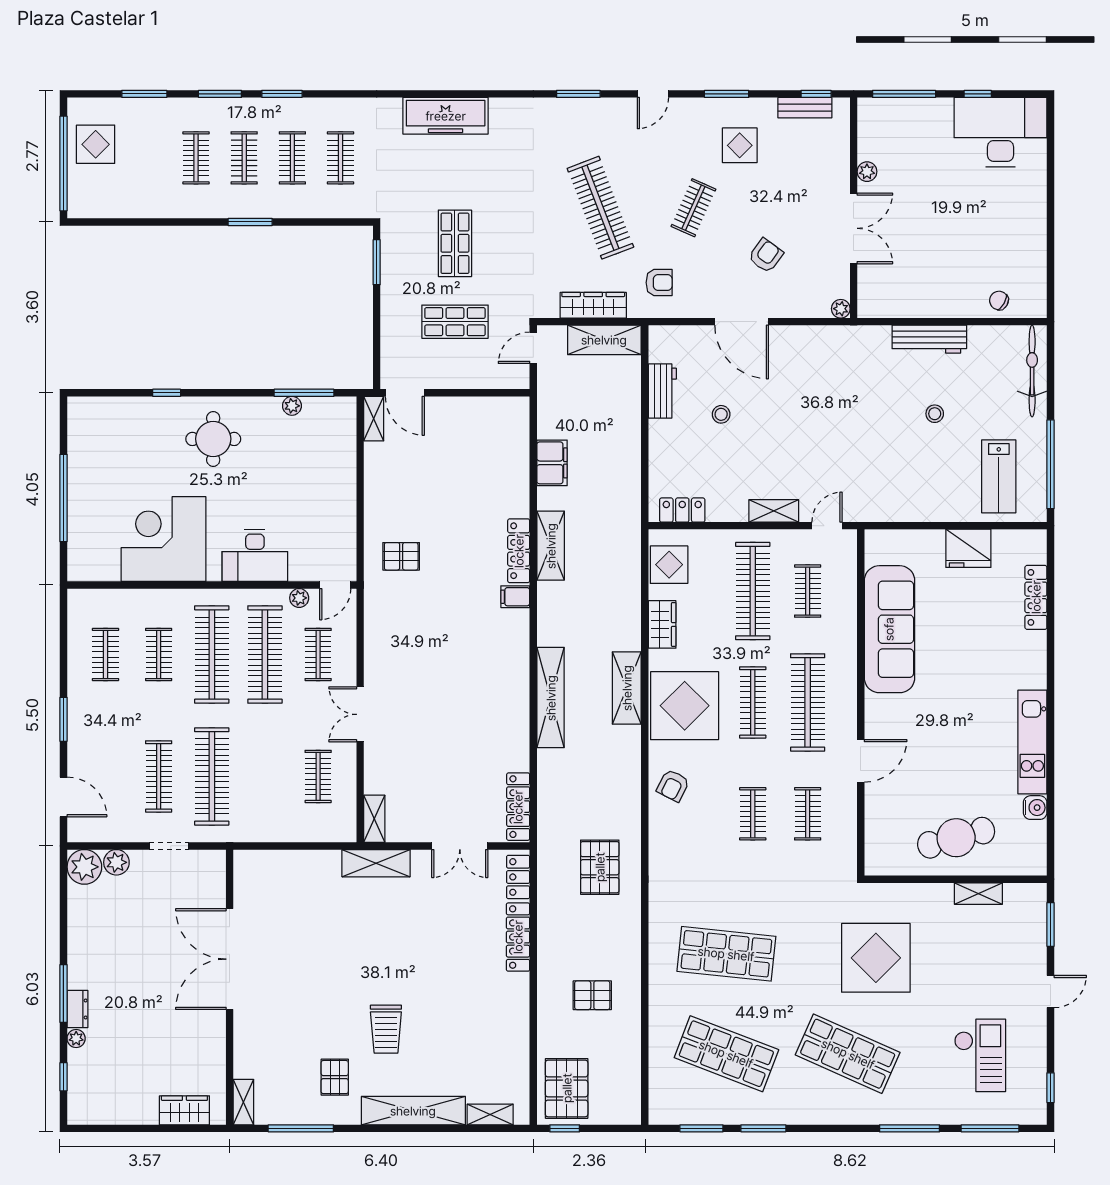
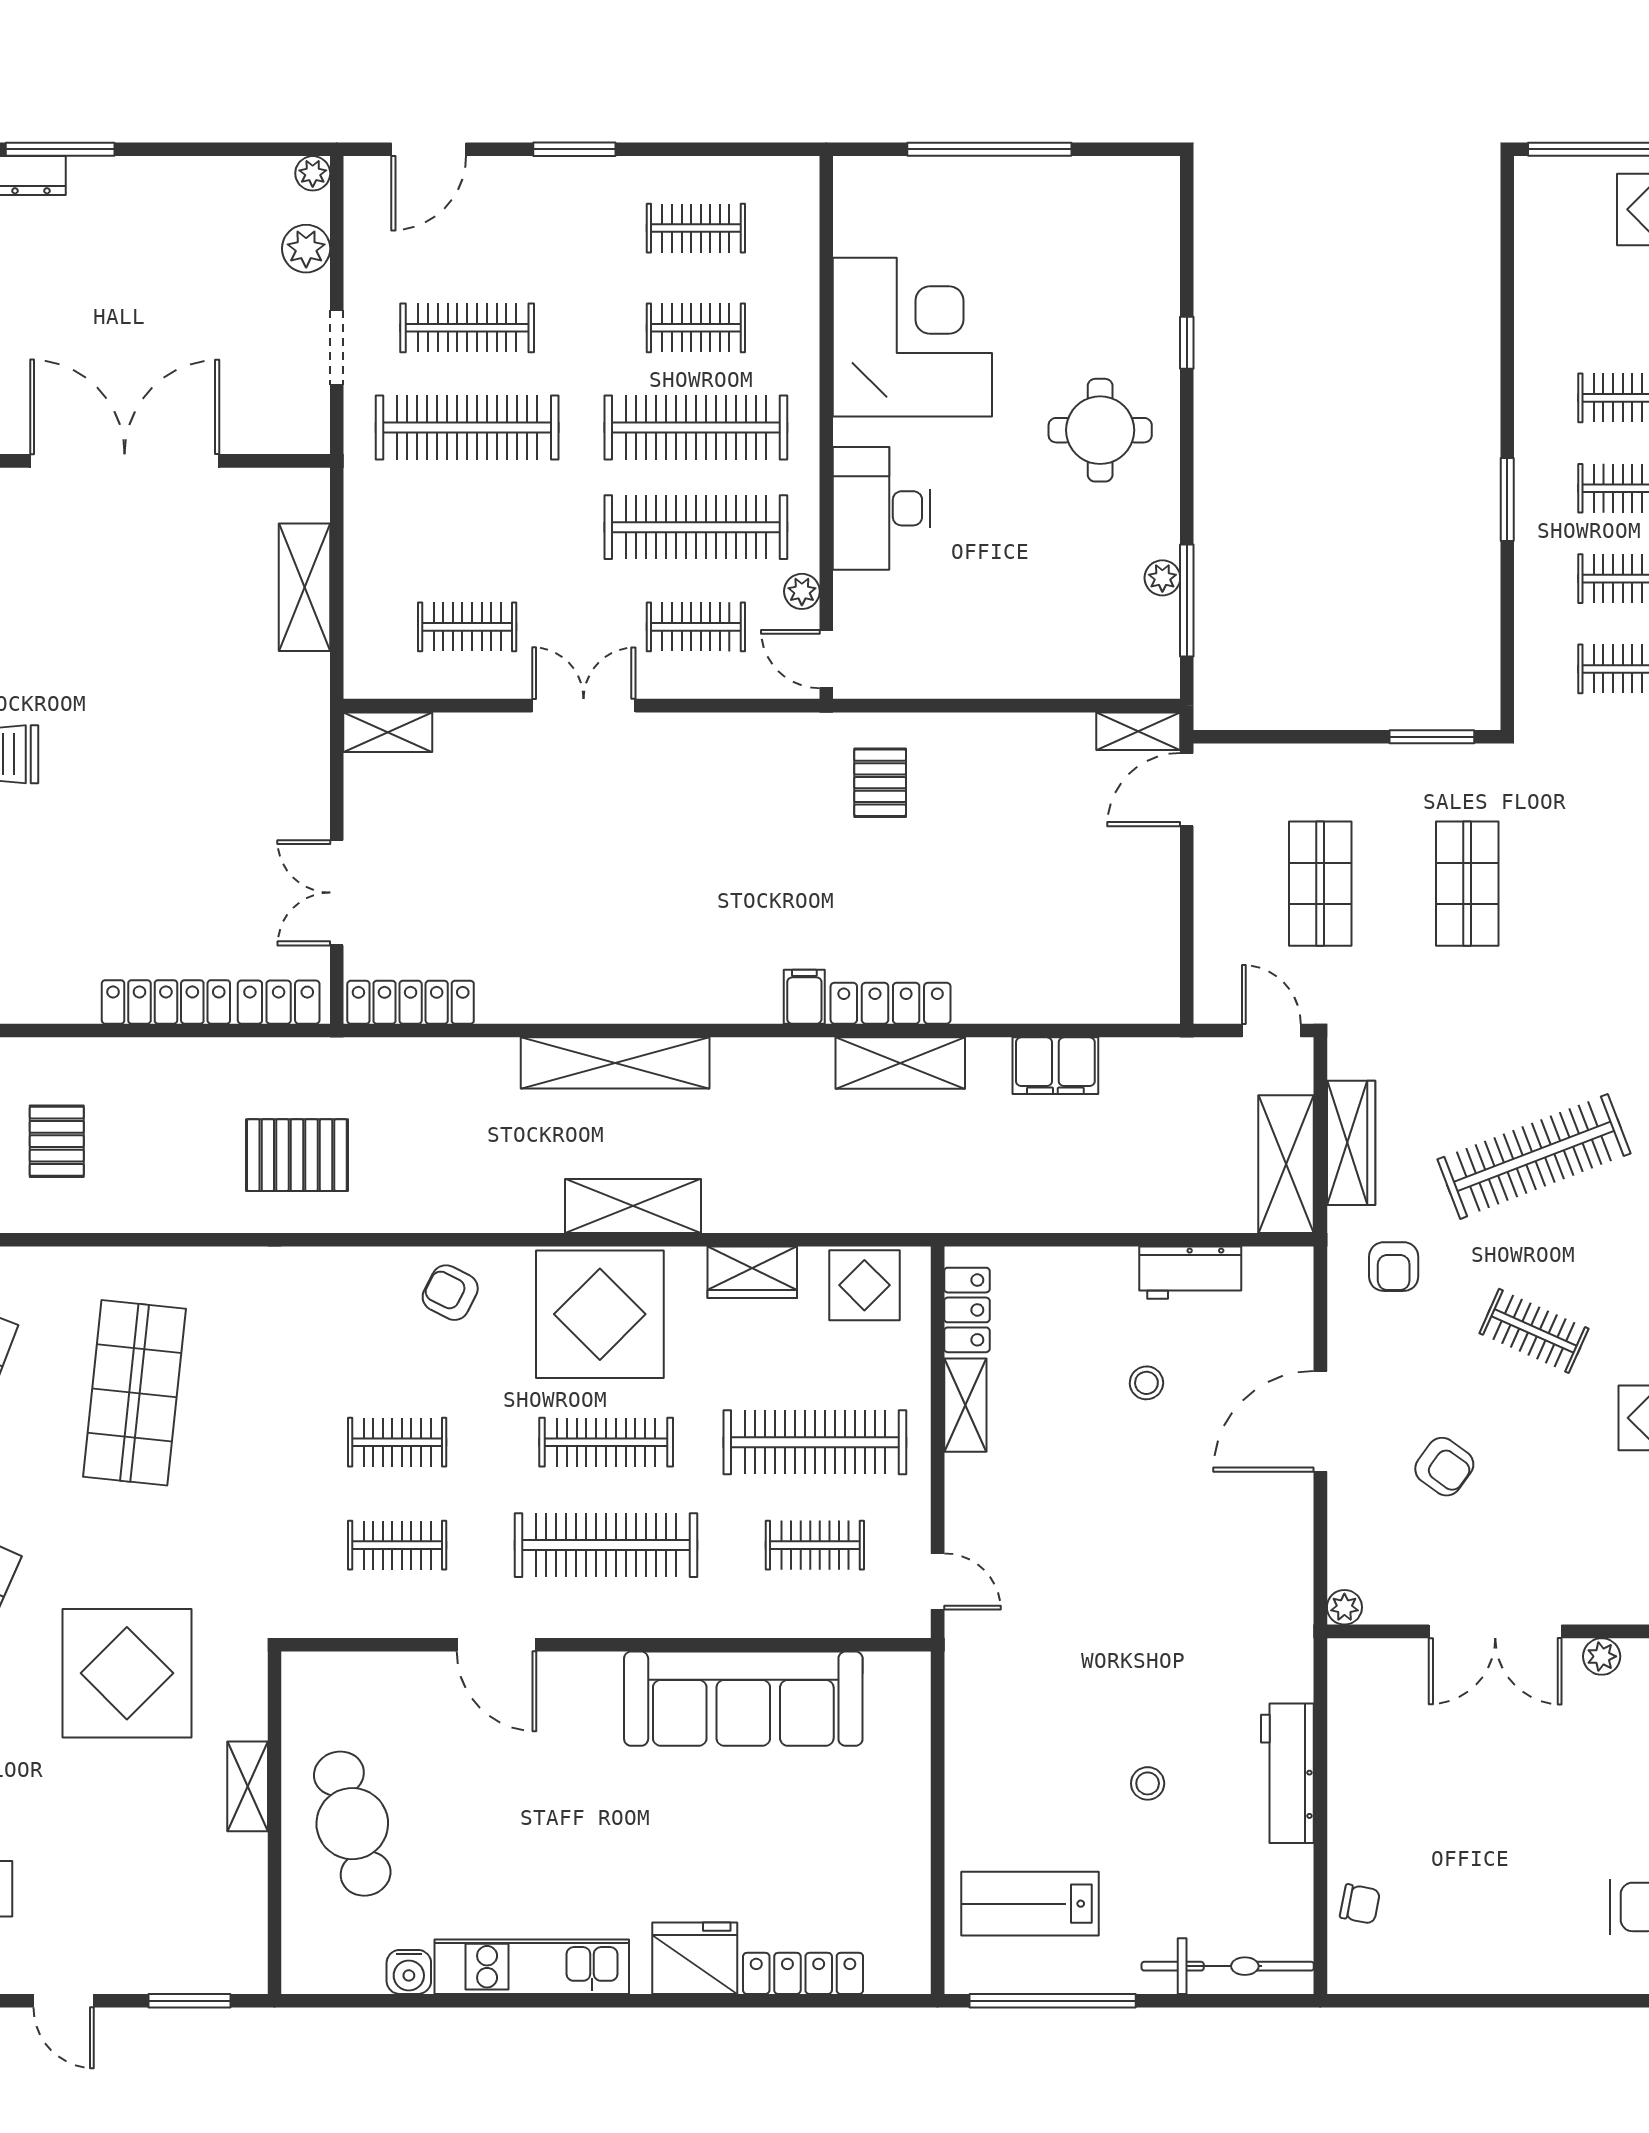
shop shelf: (455, 243) -> (1467, 884), turned 90
chair: (999, 300) -> (1360, 1904), turned 72
shelving: (774, 511) -> (965, 1405), moved
fridge: (968, 548) -> (695, 1958), moved, turned 90
shelving: (376, 863) -> (304, 587), moved
plant: (84, 867) -> (313, 173), width x0.53, depth x0.53
shelving: (978, 894) -> (248, 1786), moved

